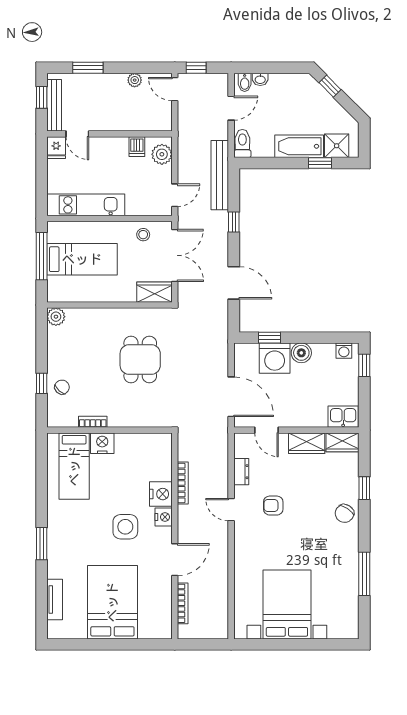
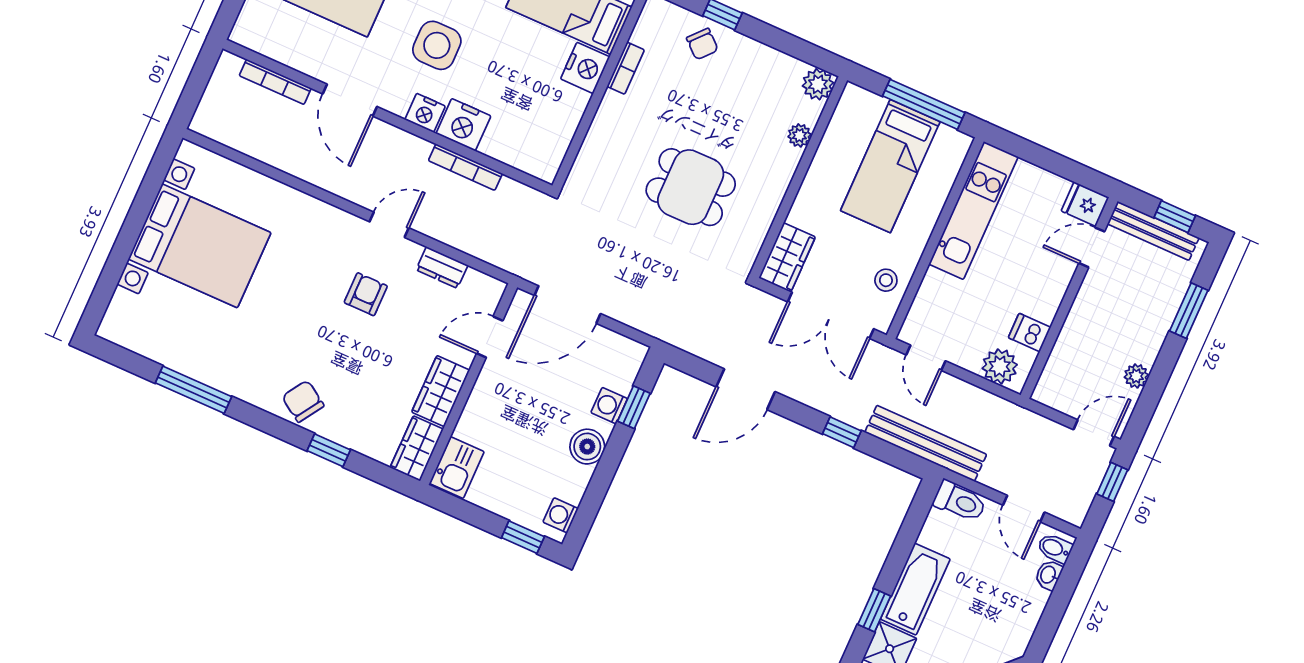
plant: (87, 314) -> (799, 135), added
washing machine: (275, 358) -> (609, 406), width x0.53, depth x0.53

